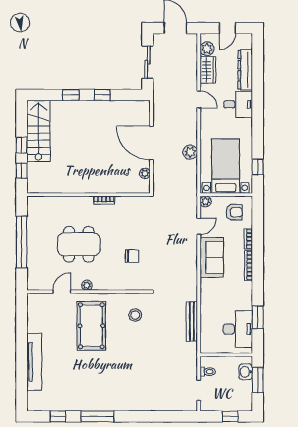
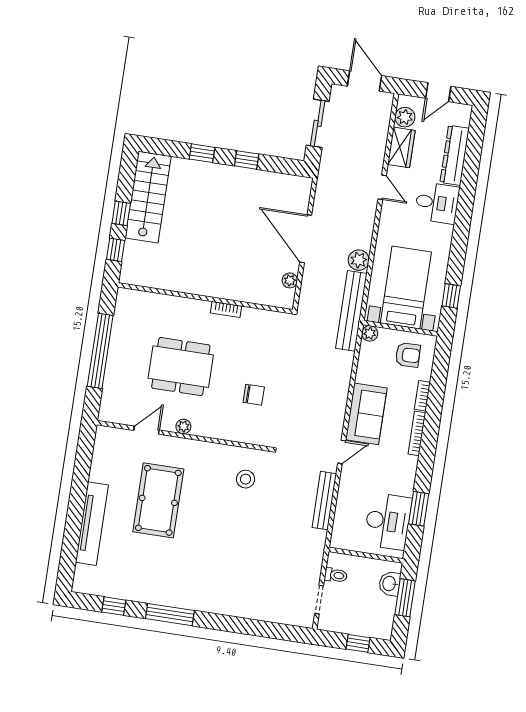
bench: (191, 188) -> (351, 311), added
door: (199, 226) -> (342, 452), moved
pool table: (91, 326) -> (158, 500), moved

